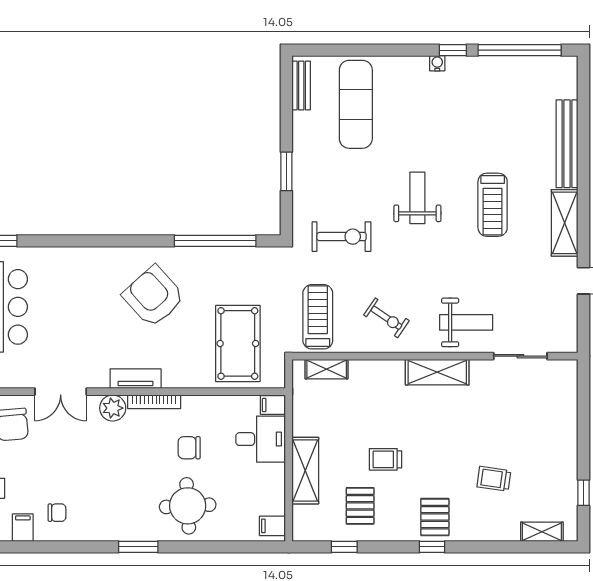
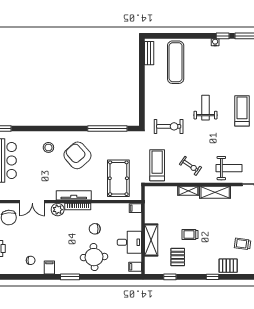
window: (286, 171) -> (142, 95), removed
treadmill: (493, 205) -> (242, 111), turned 180
stool: (94, 280) -> (48, 147), added
shelving: (327, 369) -> (188, 191), moved
tv unit: (136, 379) -> (74, 195), width x1.41
desk: (261, 439) -> (129, 242), moved
pallet: (435, 517) -> (228, 266), moved, turned 90
filing cabinet: (23, 528) -> (49, 268), moved

